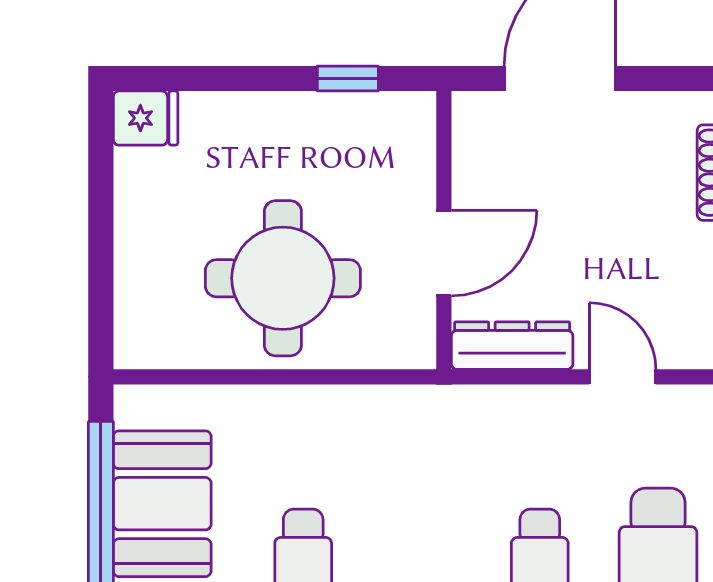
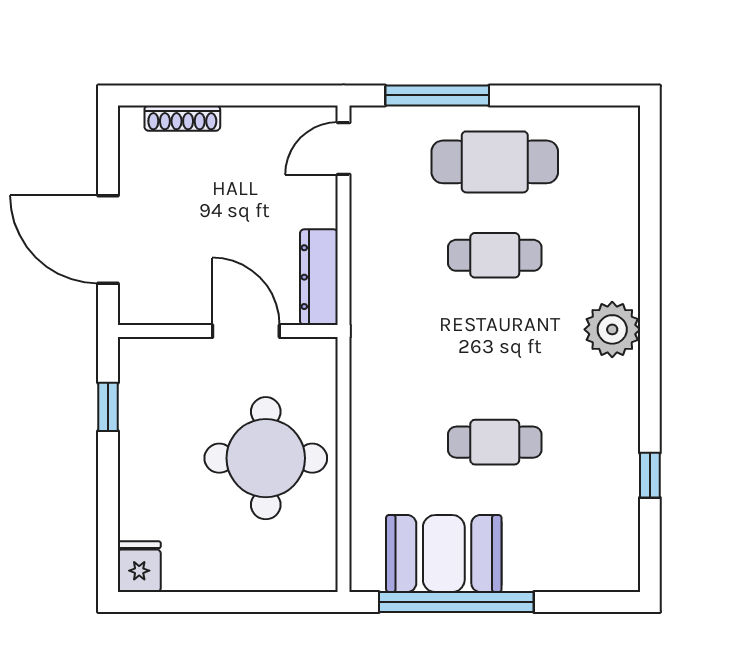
door: (623, 377) -> (344, 149), moved

